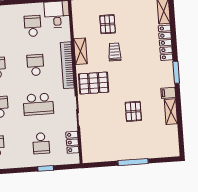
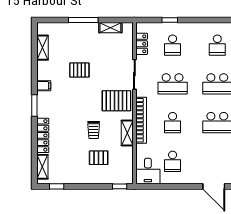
pallet: (108, 24) -> (99, 158), turned 90
school desk: (38, 104) -> (173, 84), turned 180
pallet: (133, 111) -> (79, 70), turned 90
shelving: (171, 112) -> (42, 48), moved
school desk: (41, 143) -> (173, 45), turned 180
shelving: (105, 156) -> (110, 28), added

